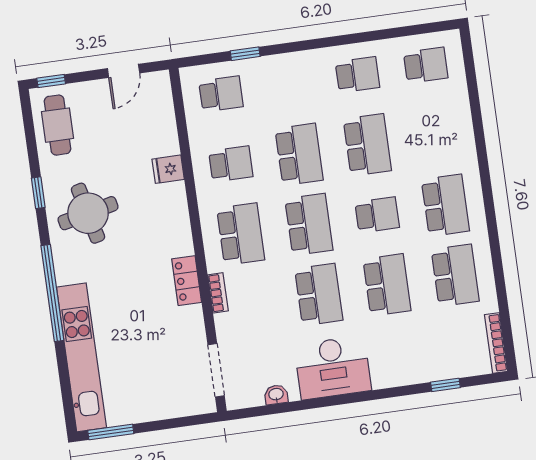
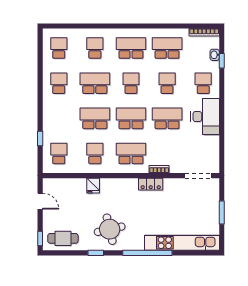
school desk: (436, 135) -> (95, 48), added
school desk: (387, 285) -> (167, 83), width x0.54
school desk: (397, 355) -> (203, 83), added
washbasin: (276, 395) -> (215, 55), moved
window: (111, 432) -> (222, 213), moved

